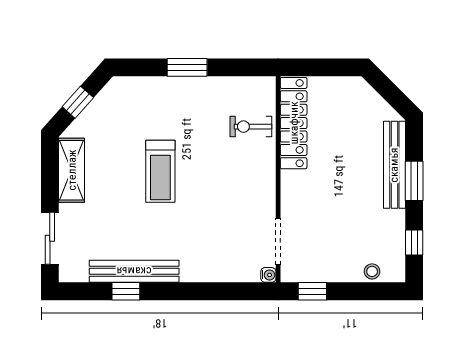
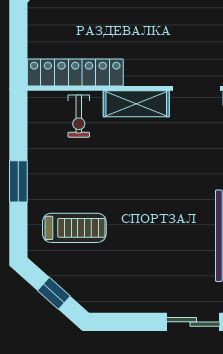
shelving: (72, 170) -> (136, 104), moved
treadmill: (160, 171) -> (74, 228), moved

